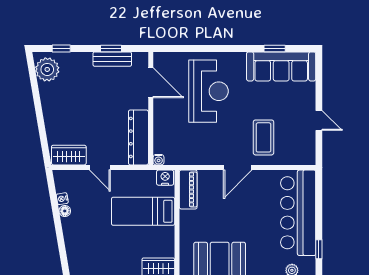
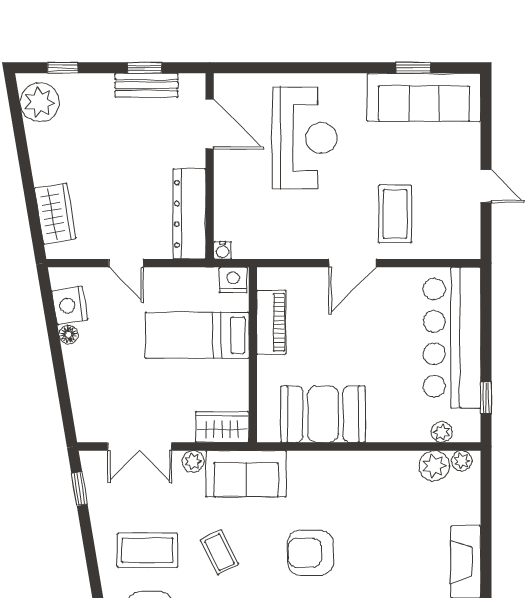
wardrobe: (69, 155) -> (55, 214), moved, turned 80
piano: (188, 189) -> (271, 322), moved
nightstand: (62, 199) -> (70, 305), width x1.89, depth x1.79

